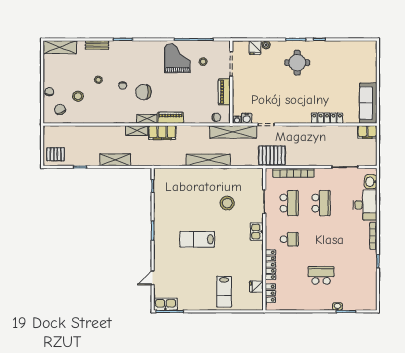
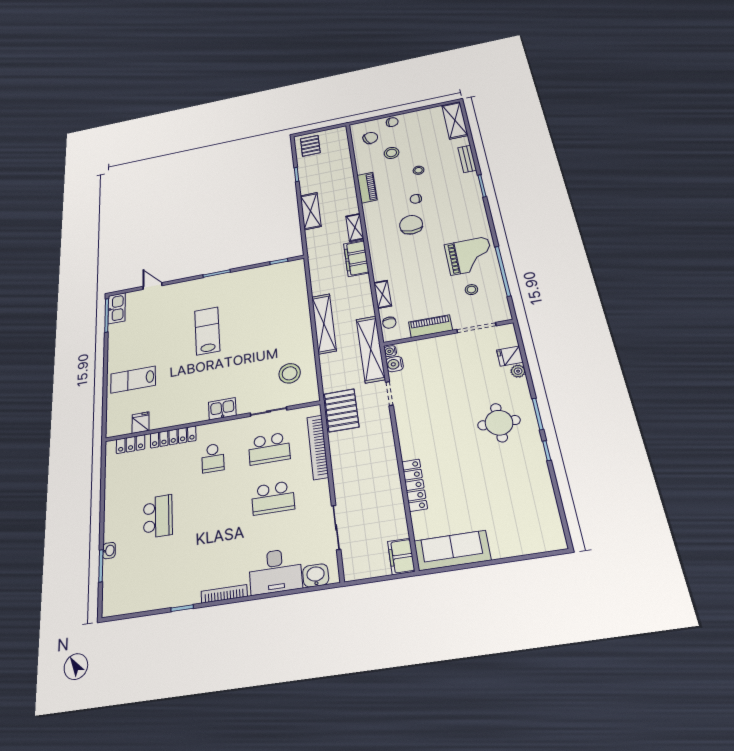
piano: (171, 118) -> (367, 188), moved
shelving: (147, 119) -> (383, 294), moved
stool: (227, 203) -> (290, 373), moved

